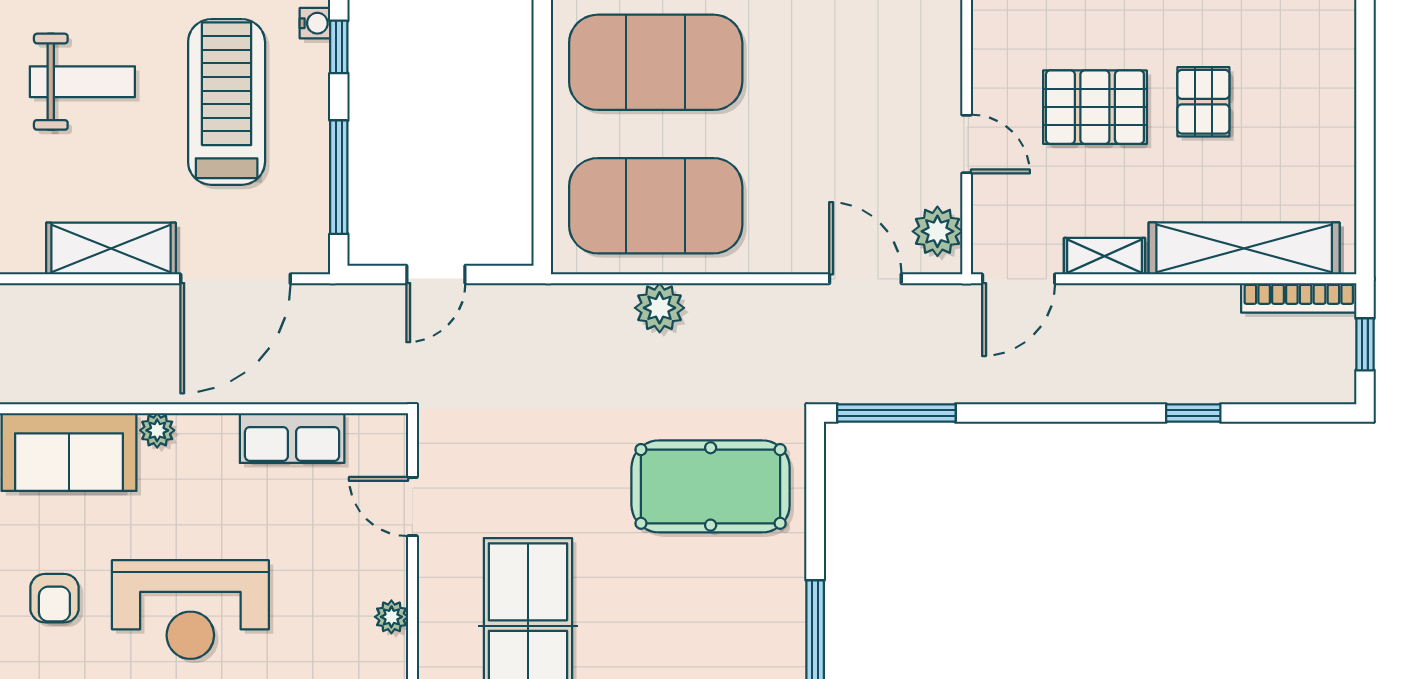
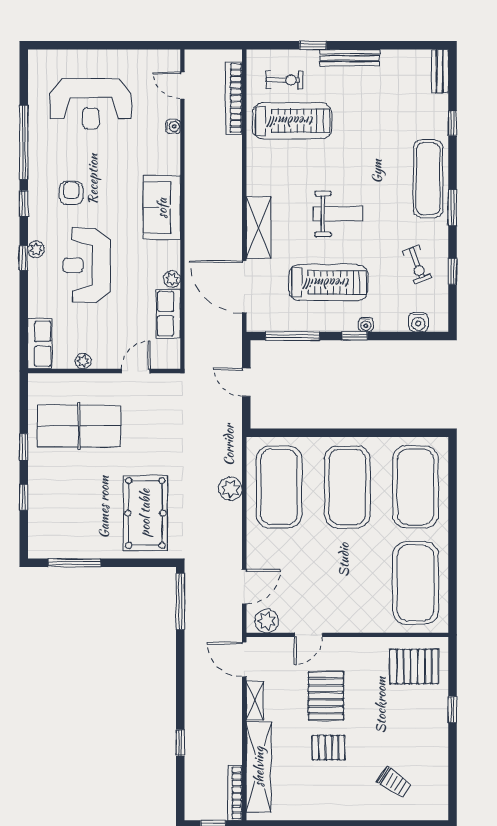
weight bench: (82, 82) -> (338, 214), turned -90
plant: (157, 430) -> (172, 279), moved
armchair: (54, 598) -> (71, 193), moved, turned 90

